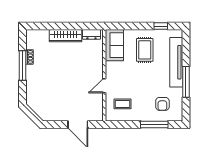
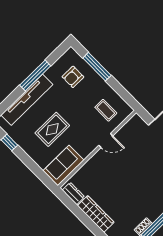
rug: (145, 50) -> (52, 129), moved
armchair: (162, 104) -> (73, 77), turned 180

